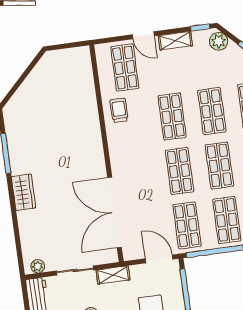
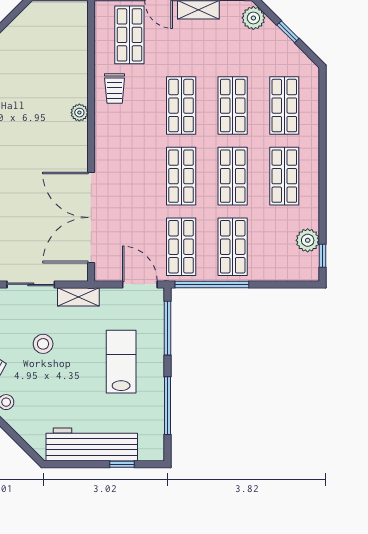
trolley: (119, 110) -> (115, 88), turned 180
plant: (94, 133) -> (79, 113), added

